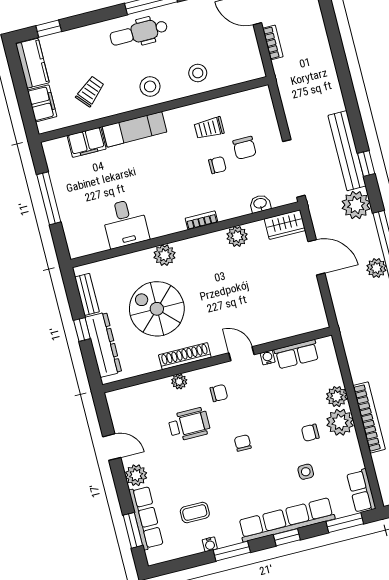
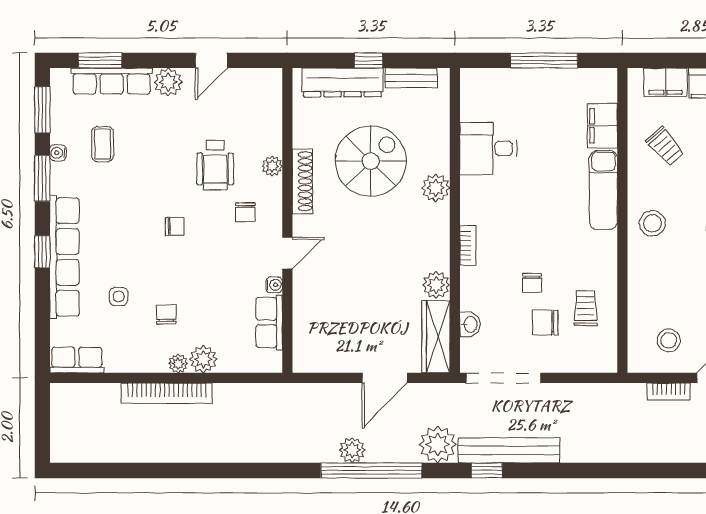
stool: (198, 73) -> (669, 340), moved
trolley: (209, 128) -> (586, 308), moved
wardrobe: (285, 225) -> (436, 337), width x1.50
plant: (340, 422) -> (178, 364), width x0.53, depth x0.53
window: (345, 523) -> (42, 110), moved

